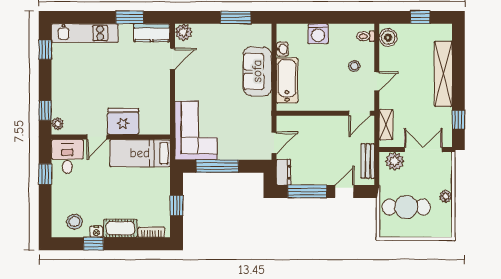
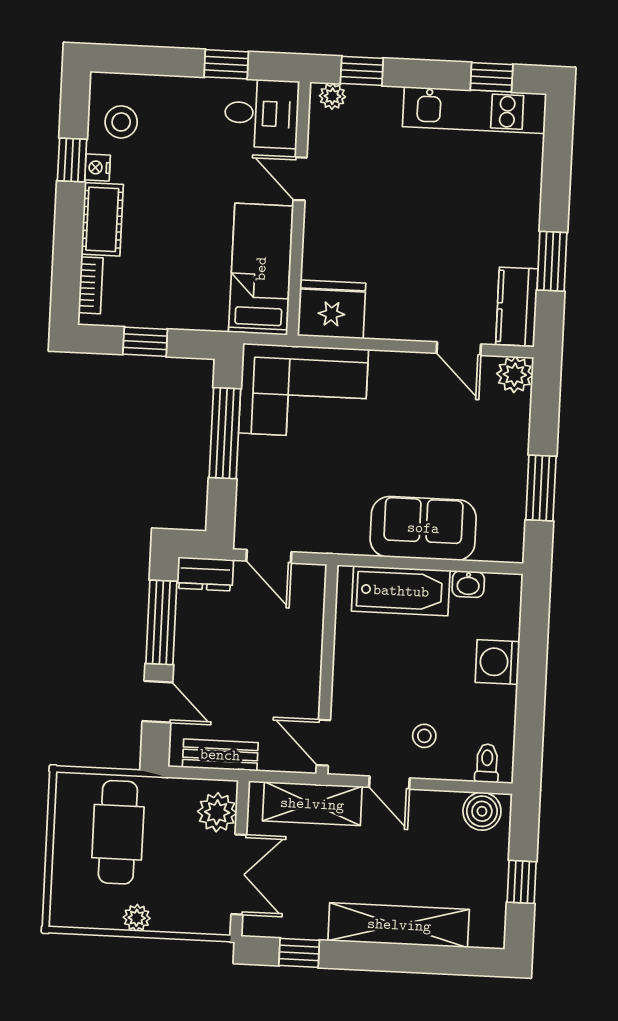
kitchen unit: (85, 33) -> (474, 110), moved, turned -90
fridge: (123, 122) -> (332, 309), moved, turned -90
shelving: (386, 125) -> (312, 804), width x1.50, depth x1.33

